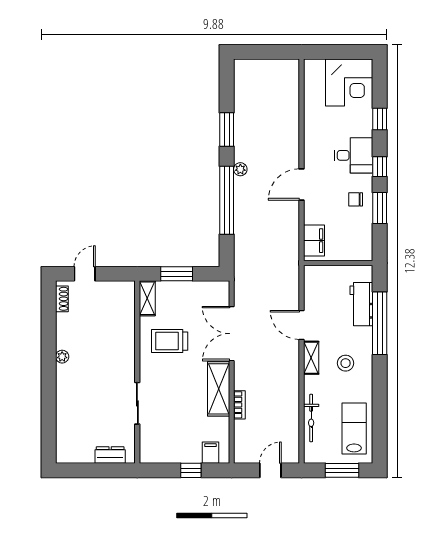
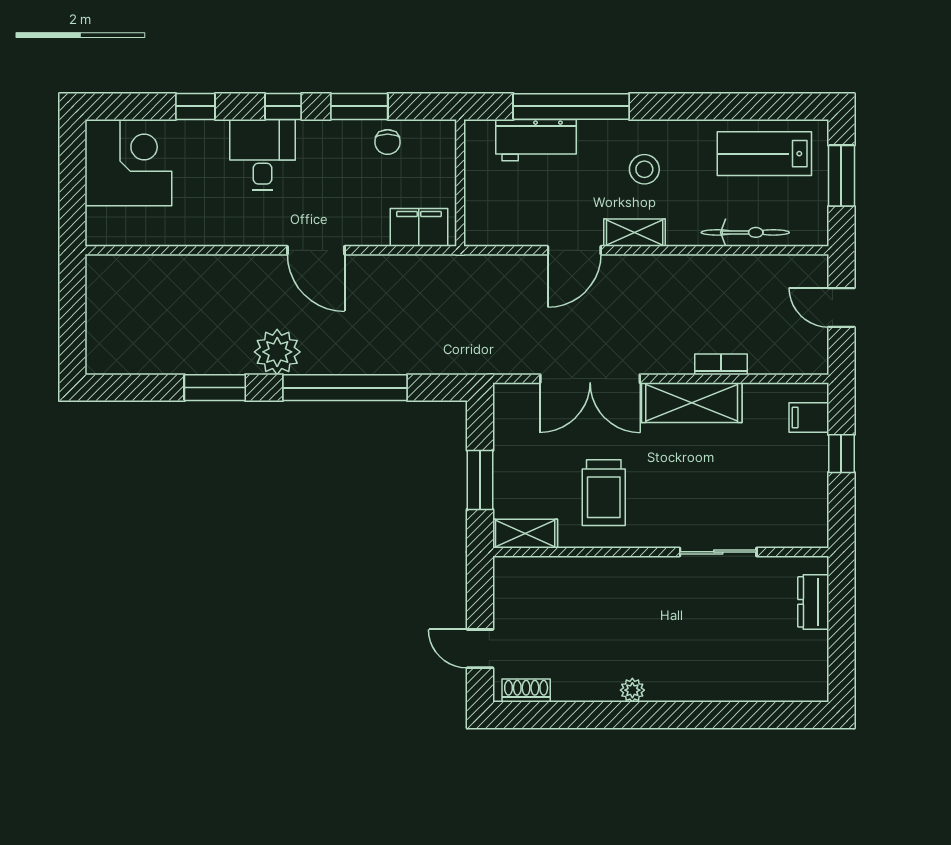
plant: (240, 169) -> (277, 352), width x1.87, depth x1.87
chair: (356, 199) -> (388, 142), moved

